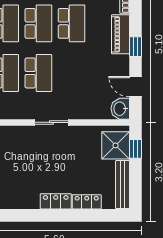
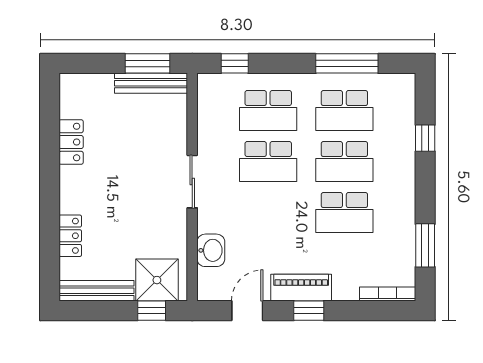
piano: (120, 34) -> (301, 288), moved
washbasin: (120, 109) -> (211, 250), moved, turned 90
locker: (56, 201) -> (71, 142), moved

